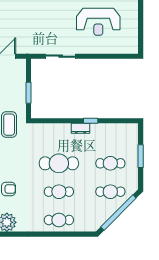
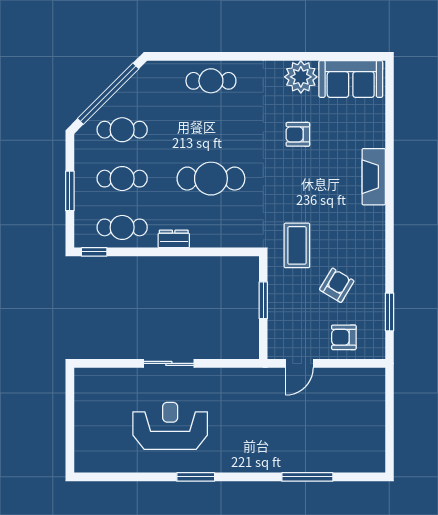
reception desk: (98, 22) -> (170, 426), moved
sliding door: (61, 56) -> (169, 363), moved
window: (91, 121) -> (94, 252), moved
cafe table: (59, 192) -> (122, 227), moved

